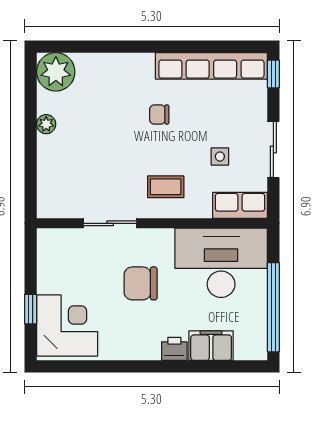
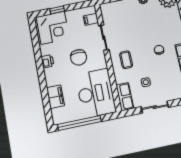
filing cabinet: (66, 242) -> (91, 19), added
chair: (141, 283) -> (79, 57), turned 180
printer: (174, 349) -> (48, 61), moved

